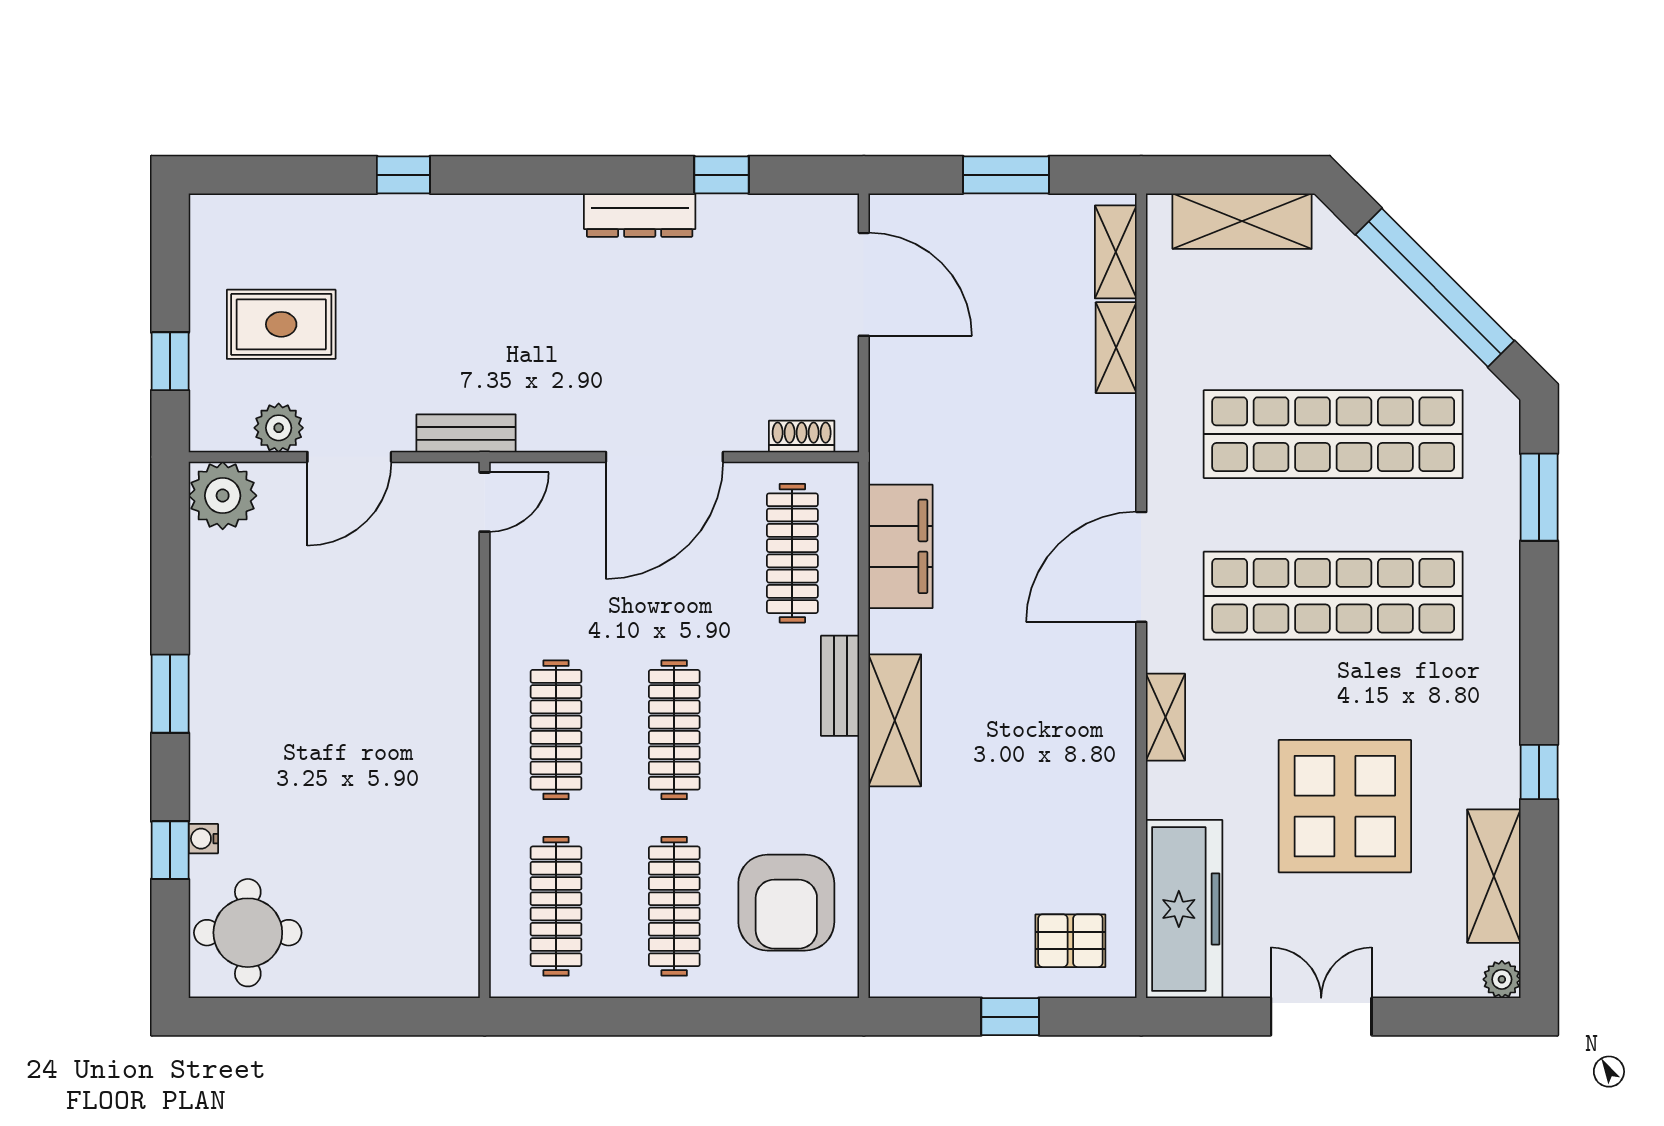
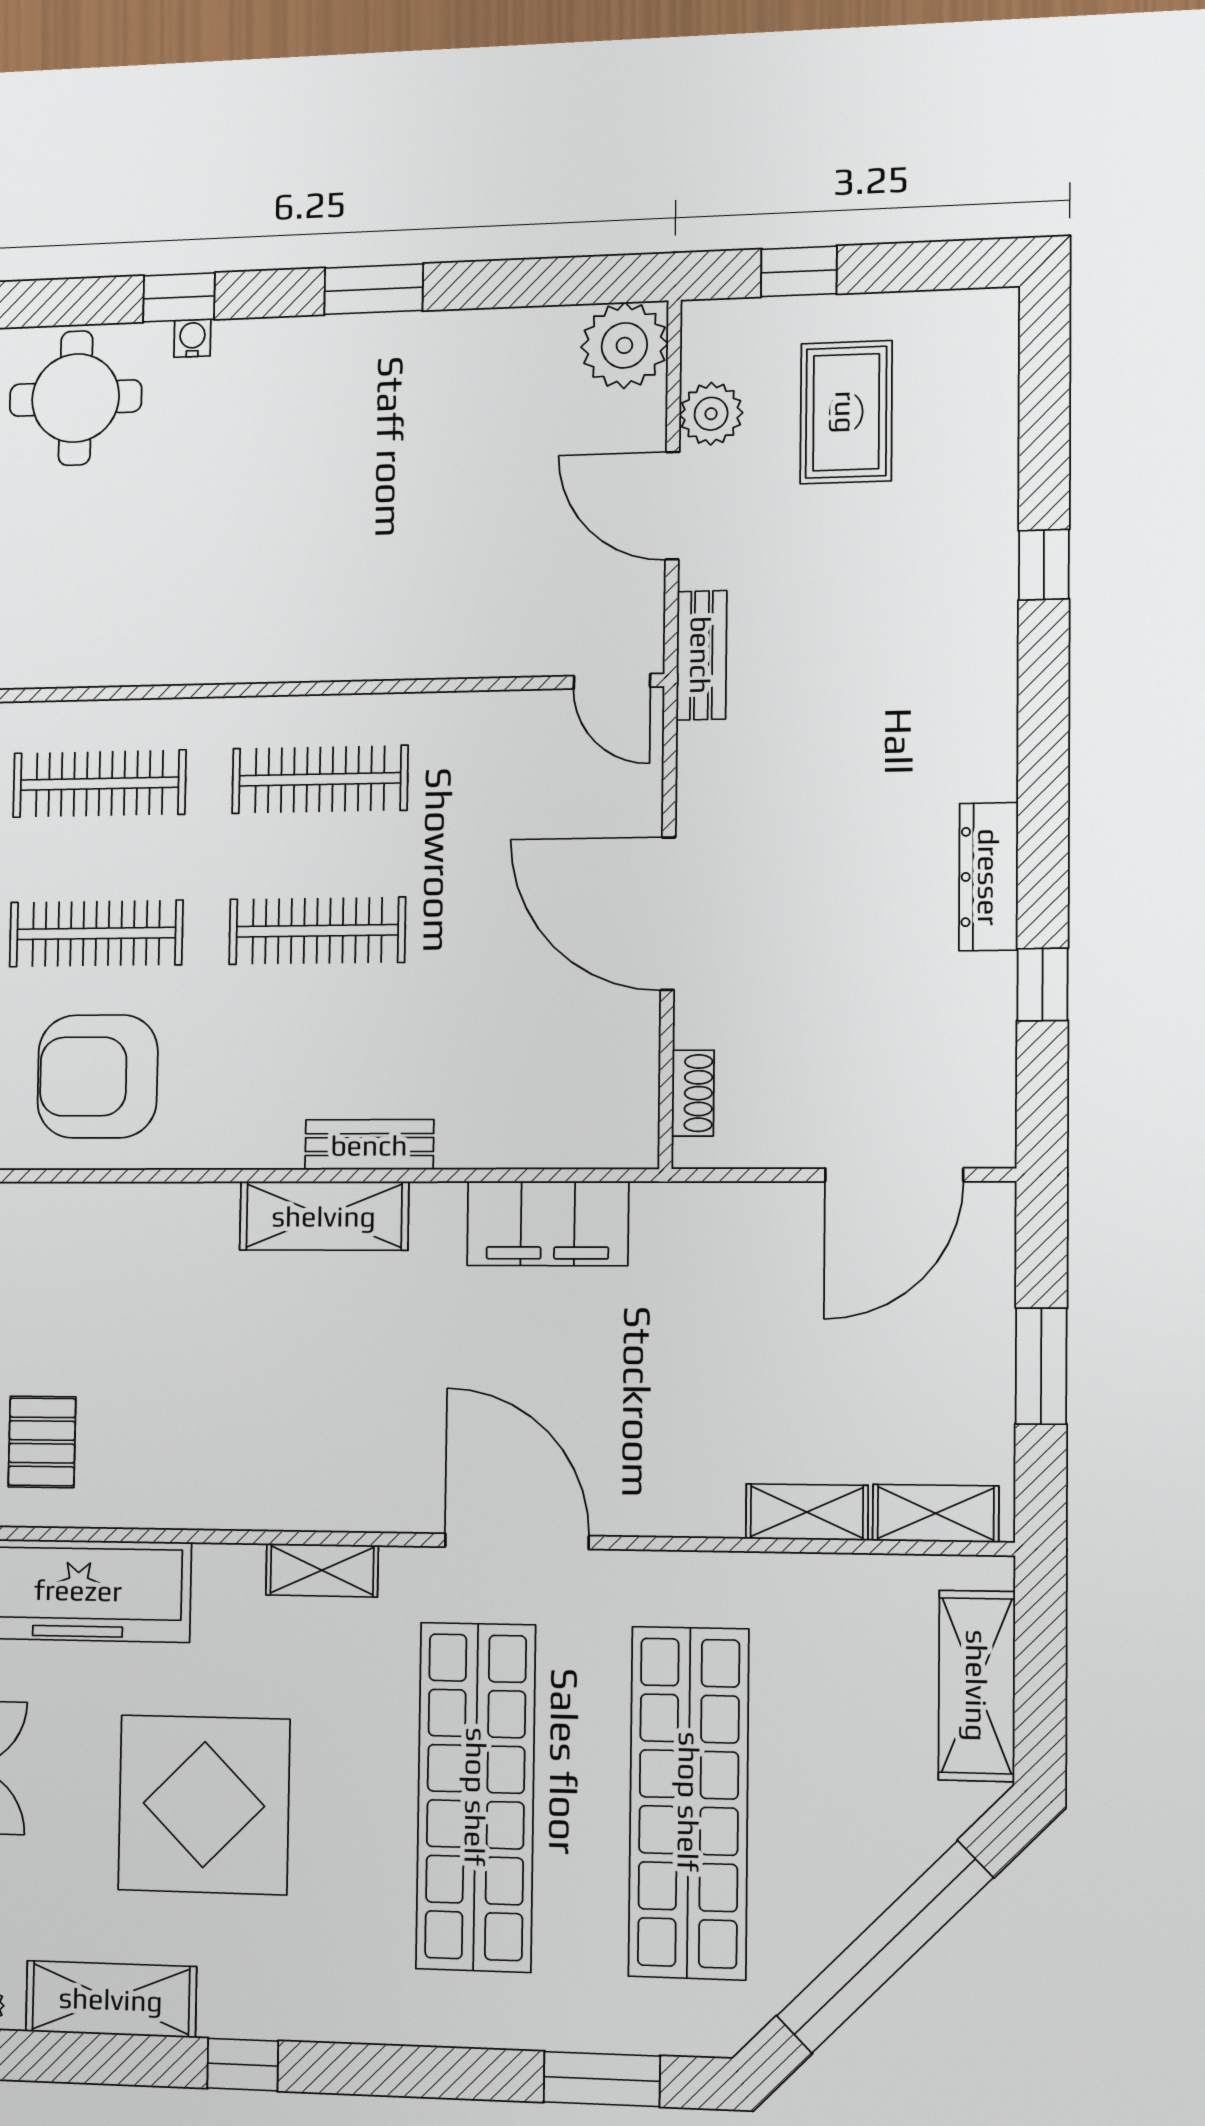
clothes rail: (792, 553) -> (541, 1082), removed

